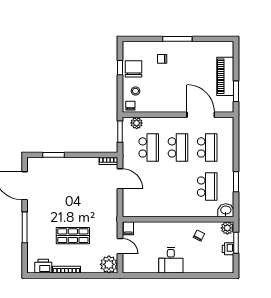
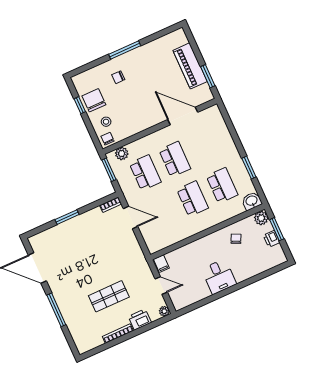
school desk: (207, 147) -> (193, 199), moved
window: (53, 155) -> (67, 217), moved
plant: (109, 264) -> (164, 311), width x0.53, depth x0.53
printer: (43, 266) -> (140, 320), moved

